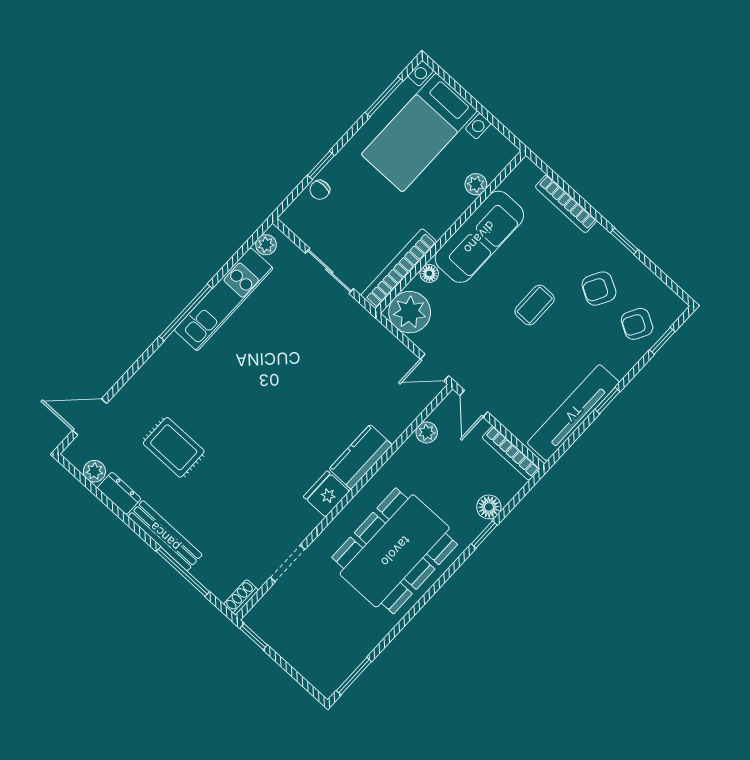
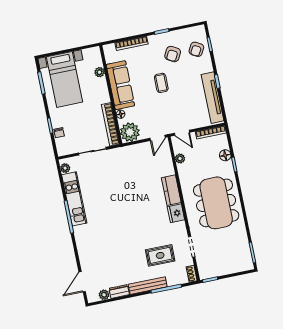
rug: (174, 447) -> (160, 255), moved

